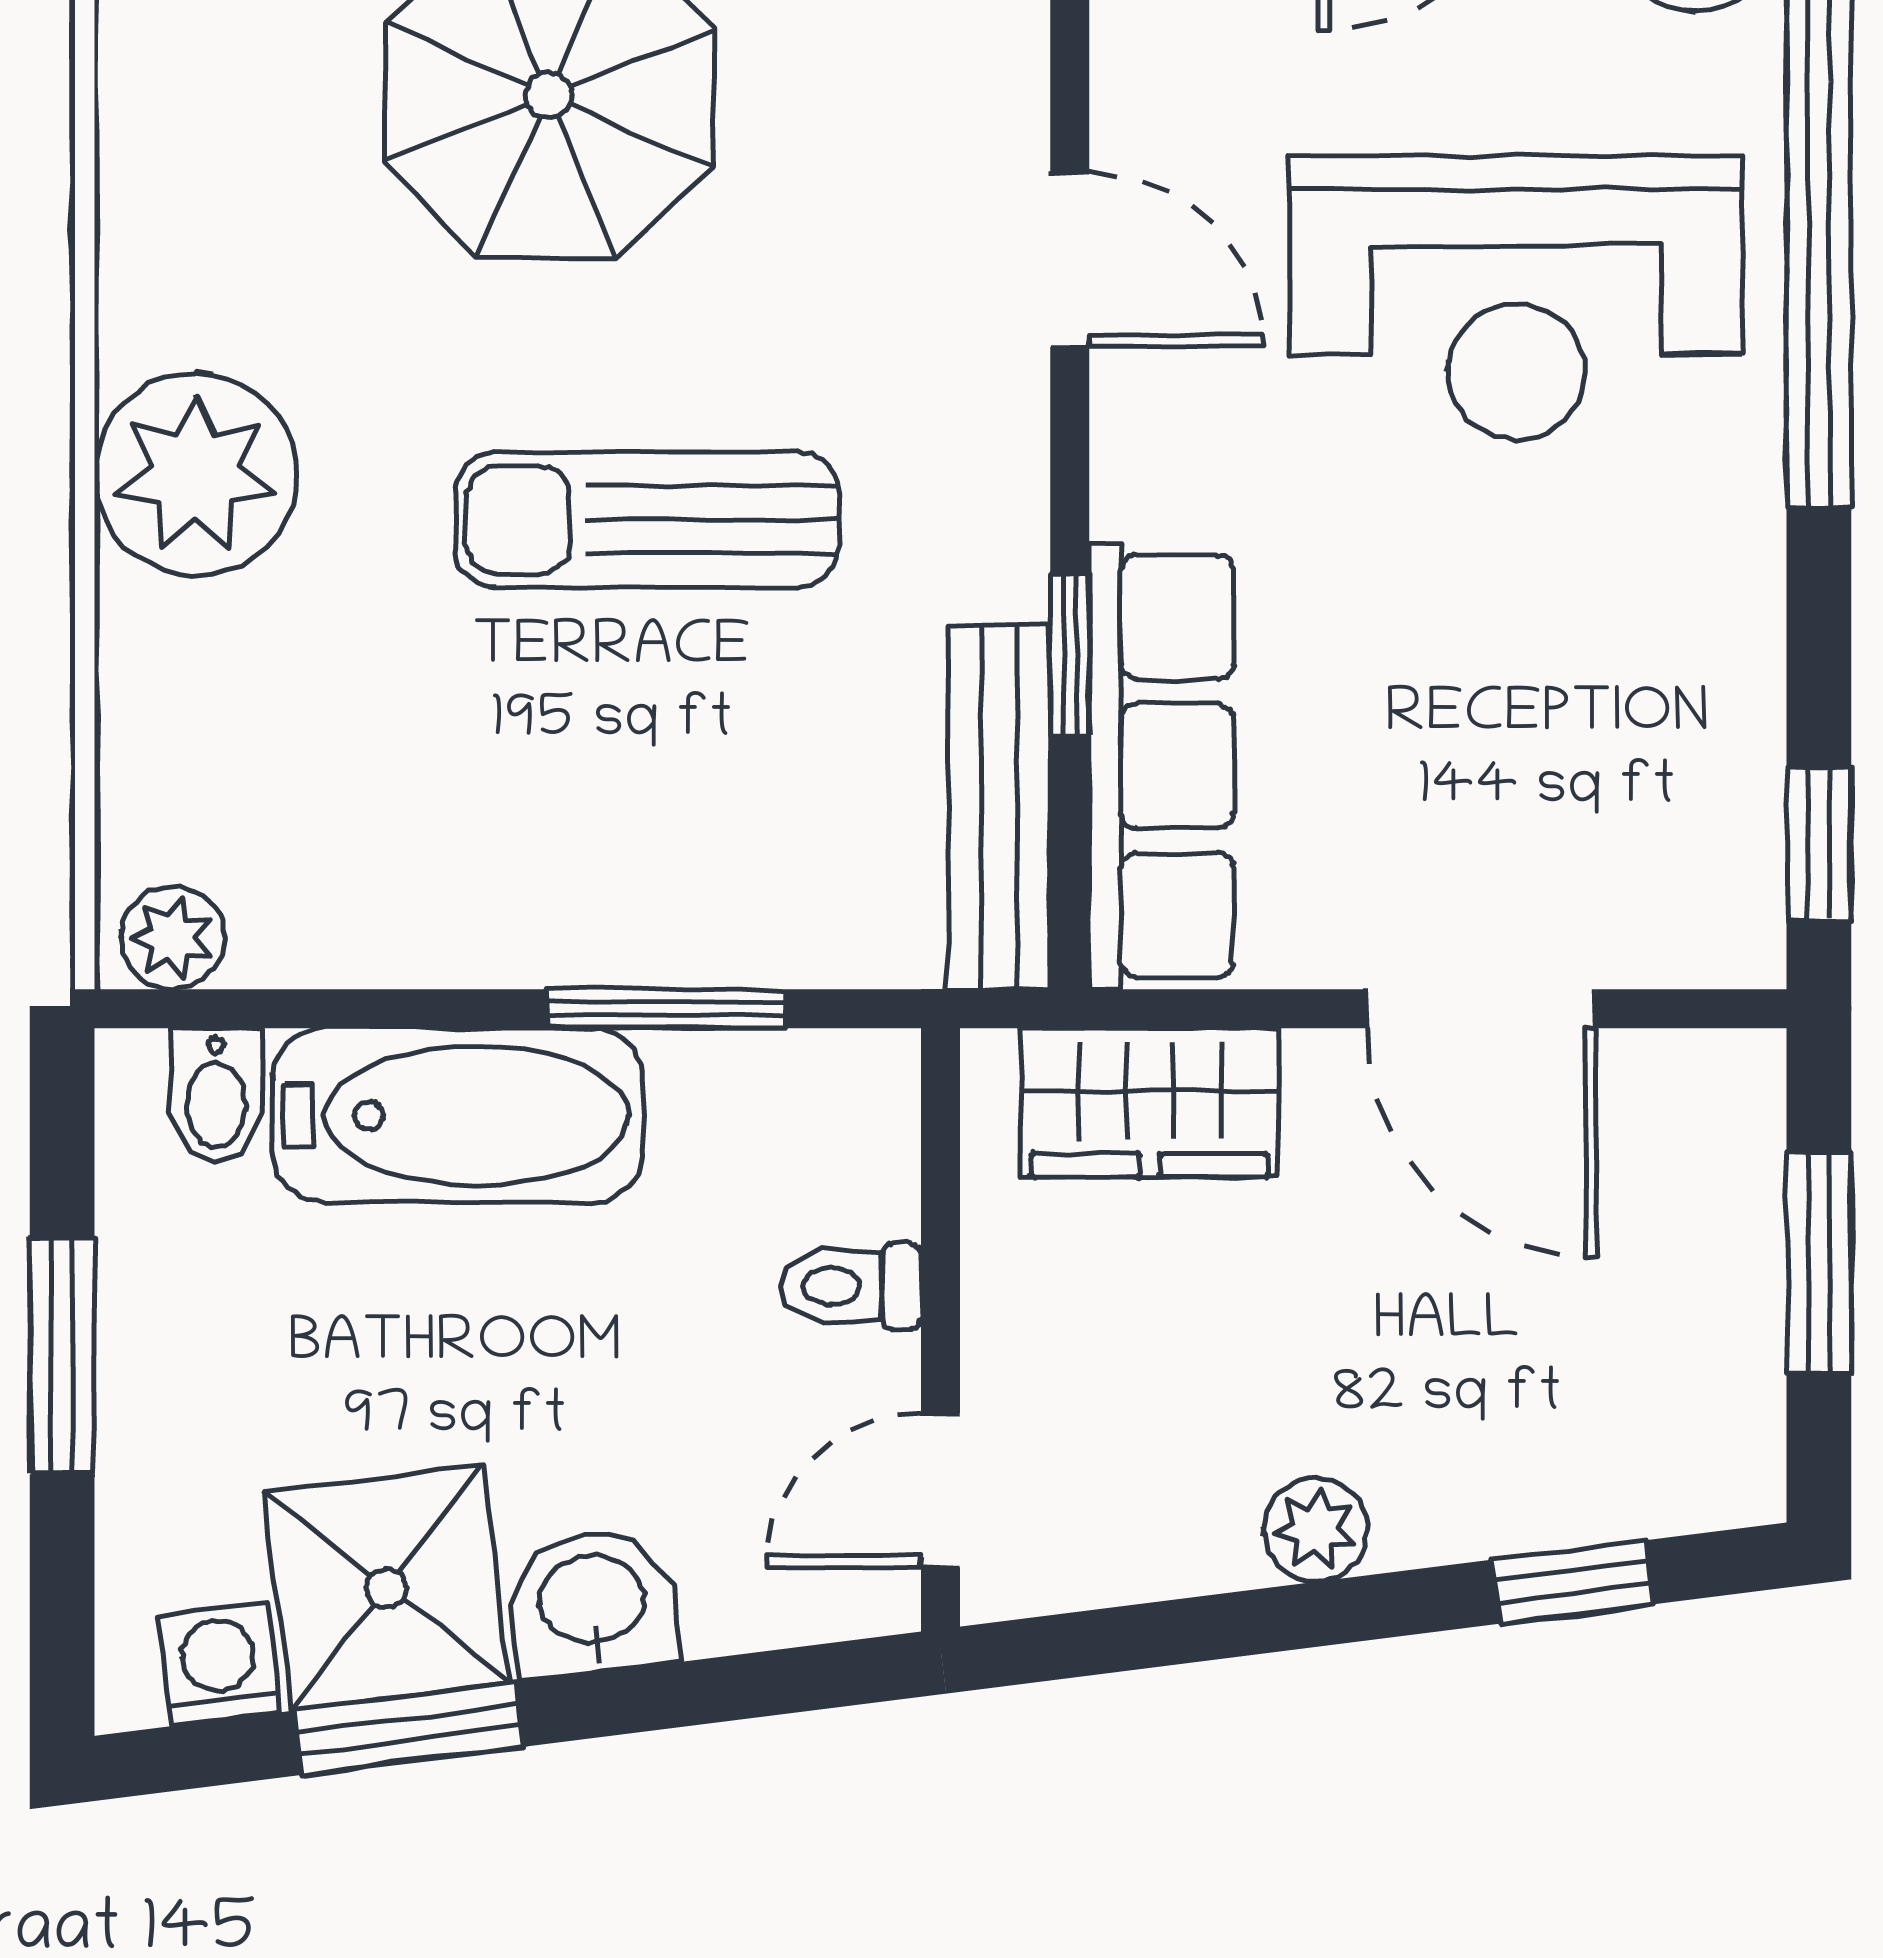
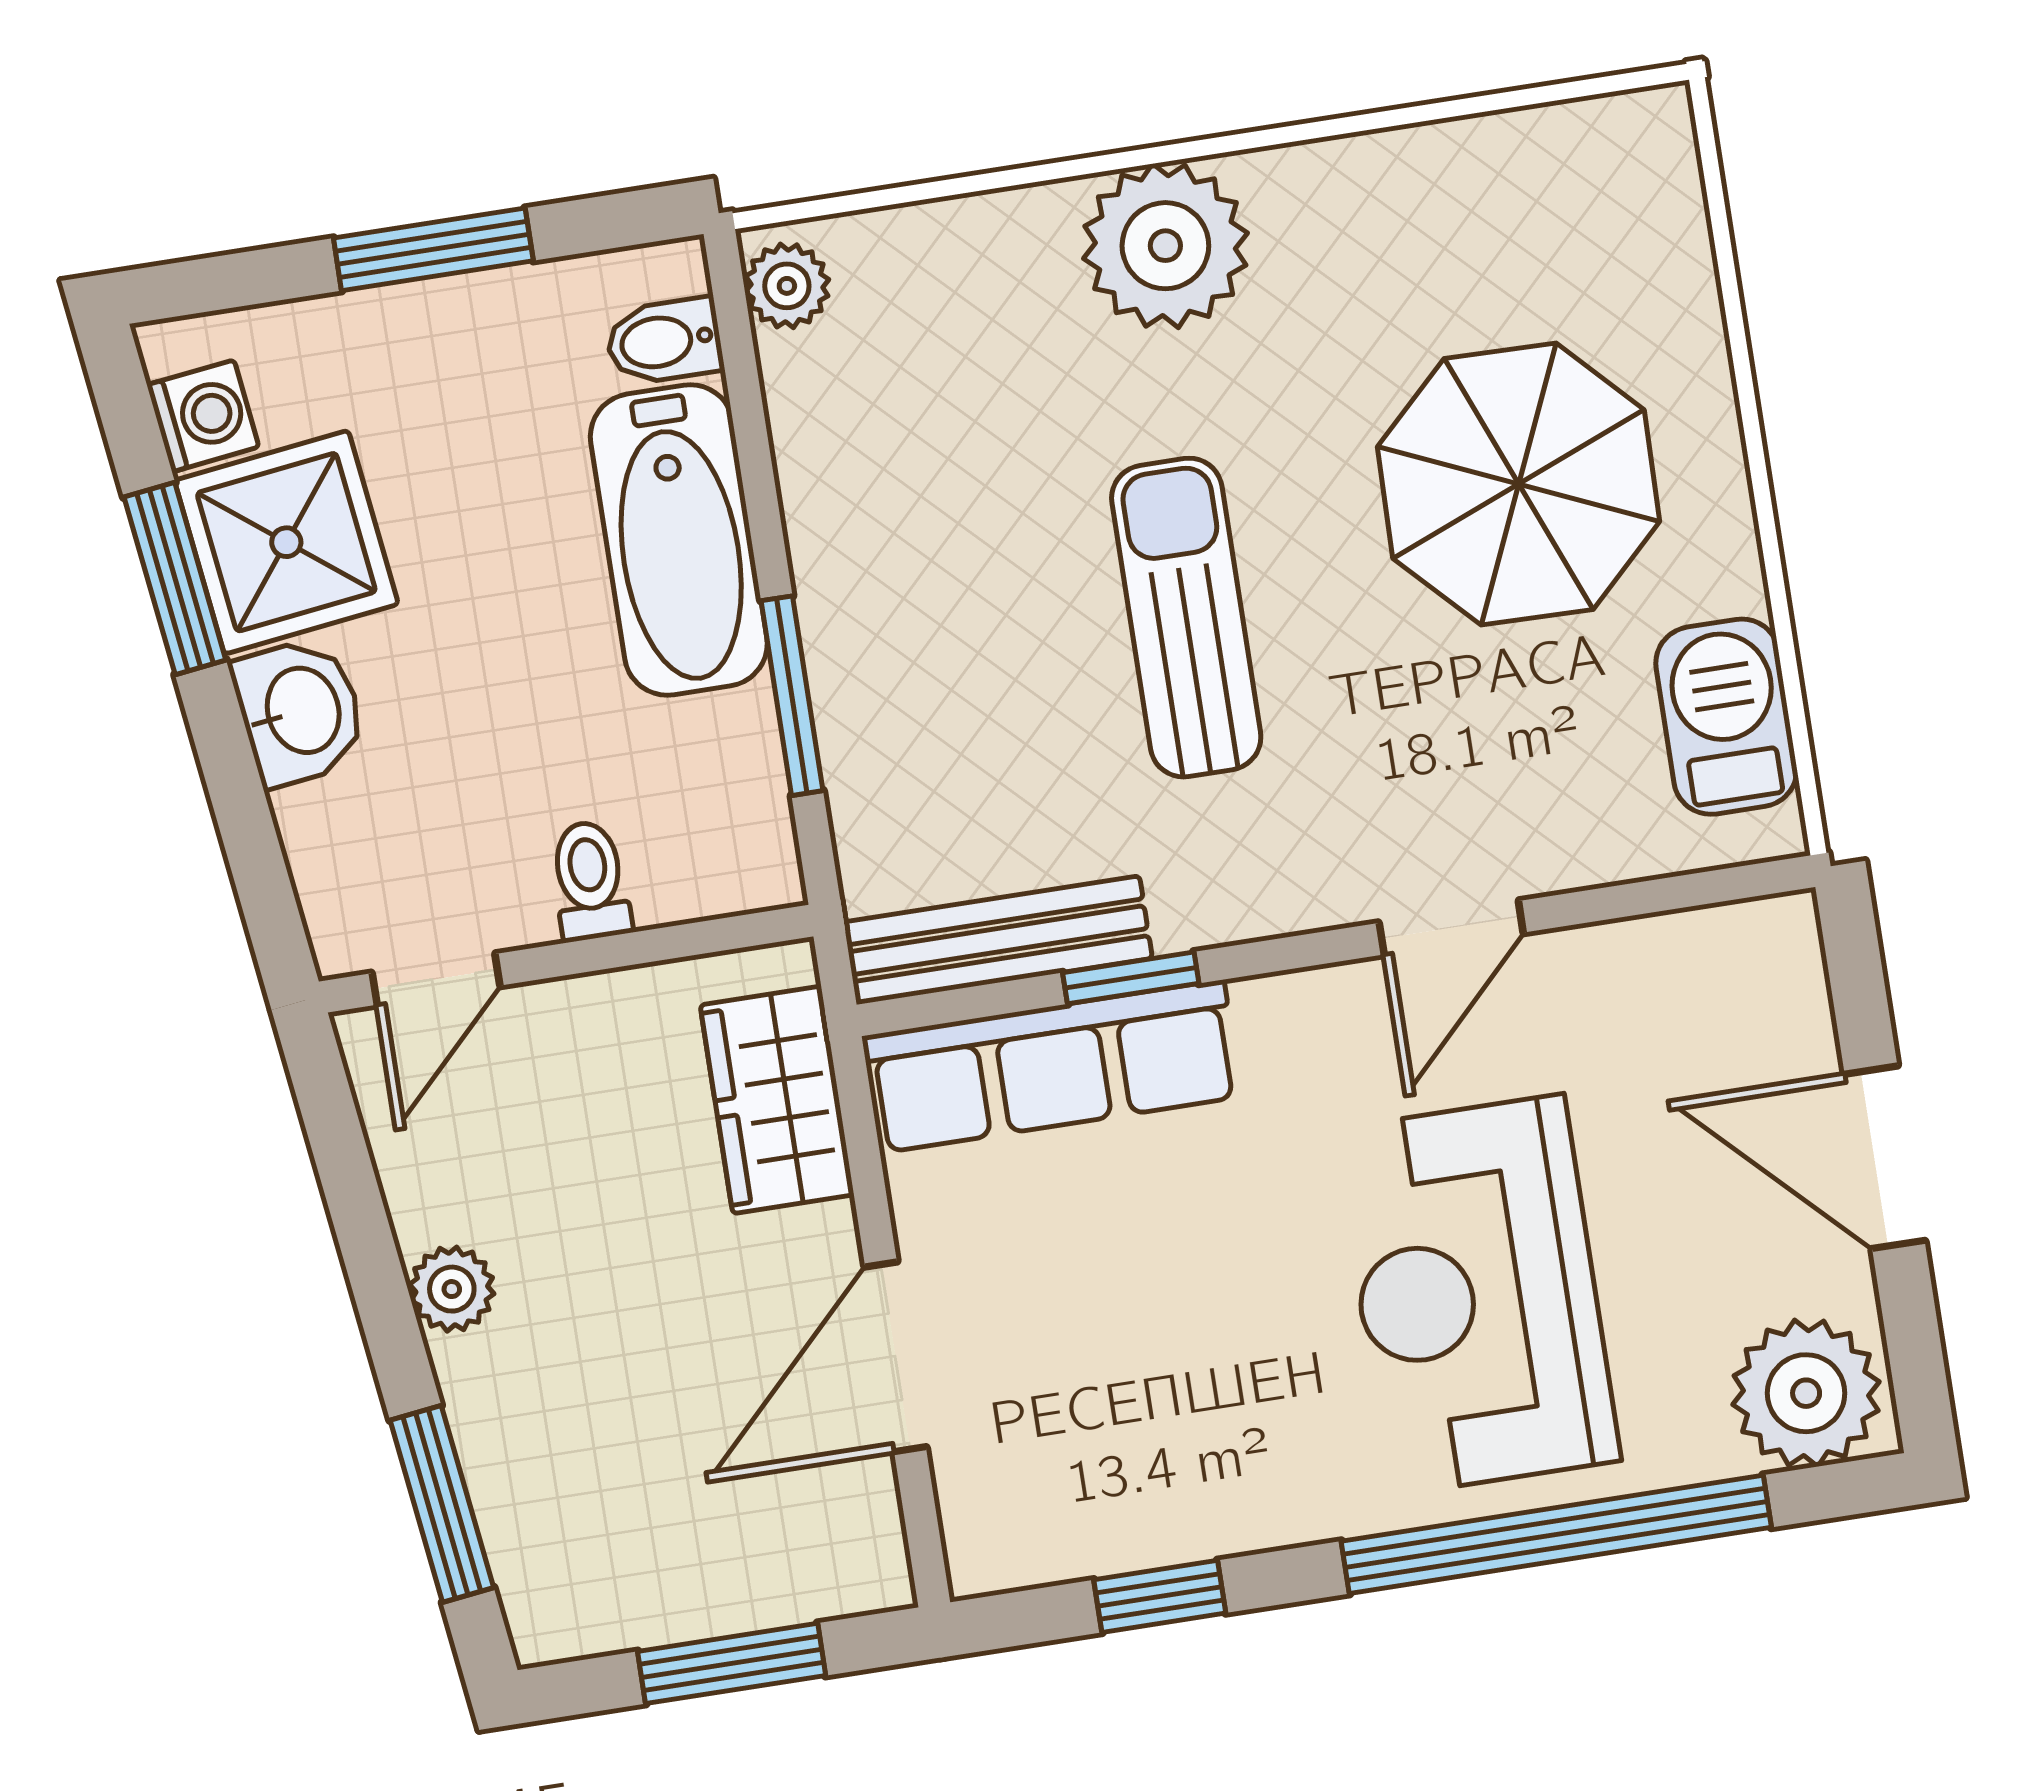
window: (1819, 844) -> (1160, 1596), moved
door: (941, 1490) -> (436, 979), swing flipped
window: (1572, 1582) -> (442, 1504), width x1.50

